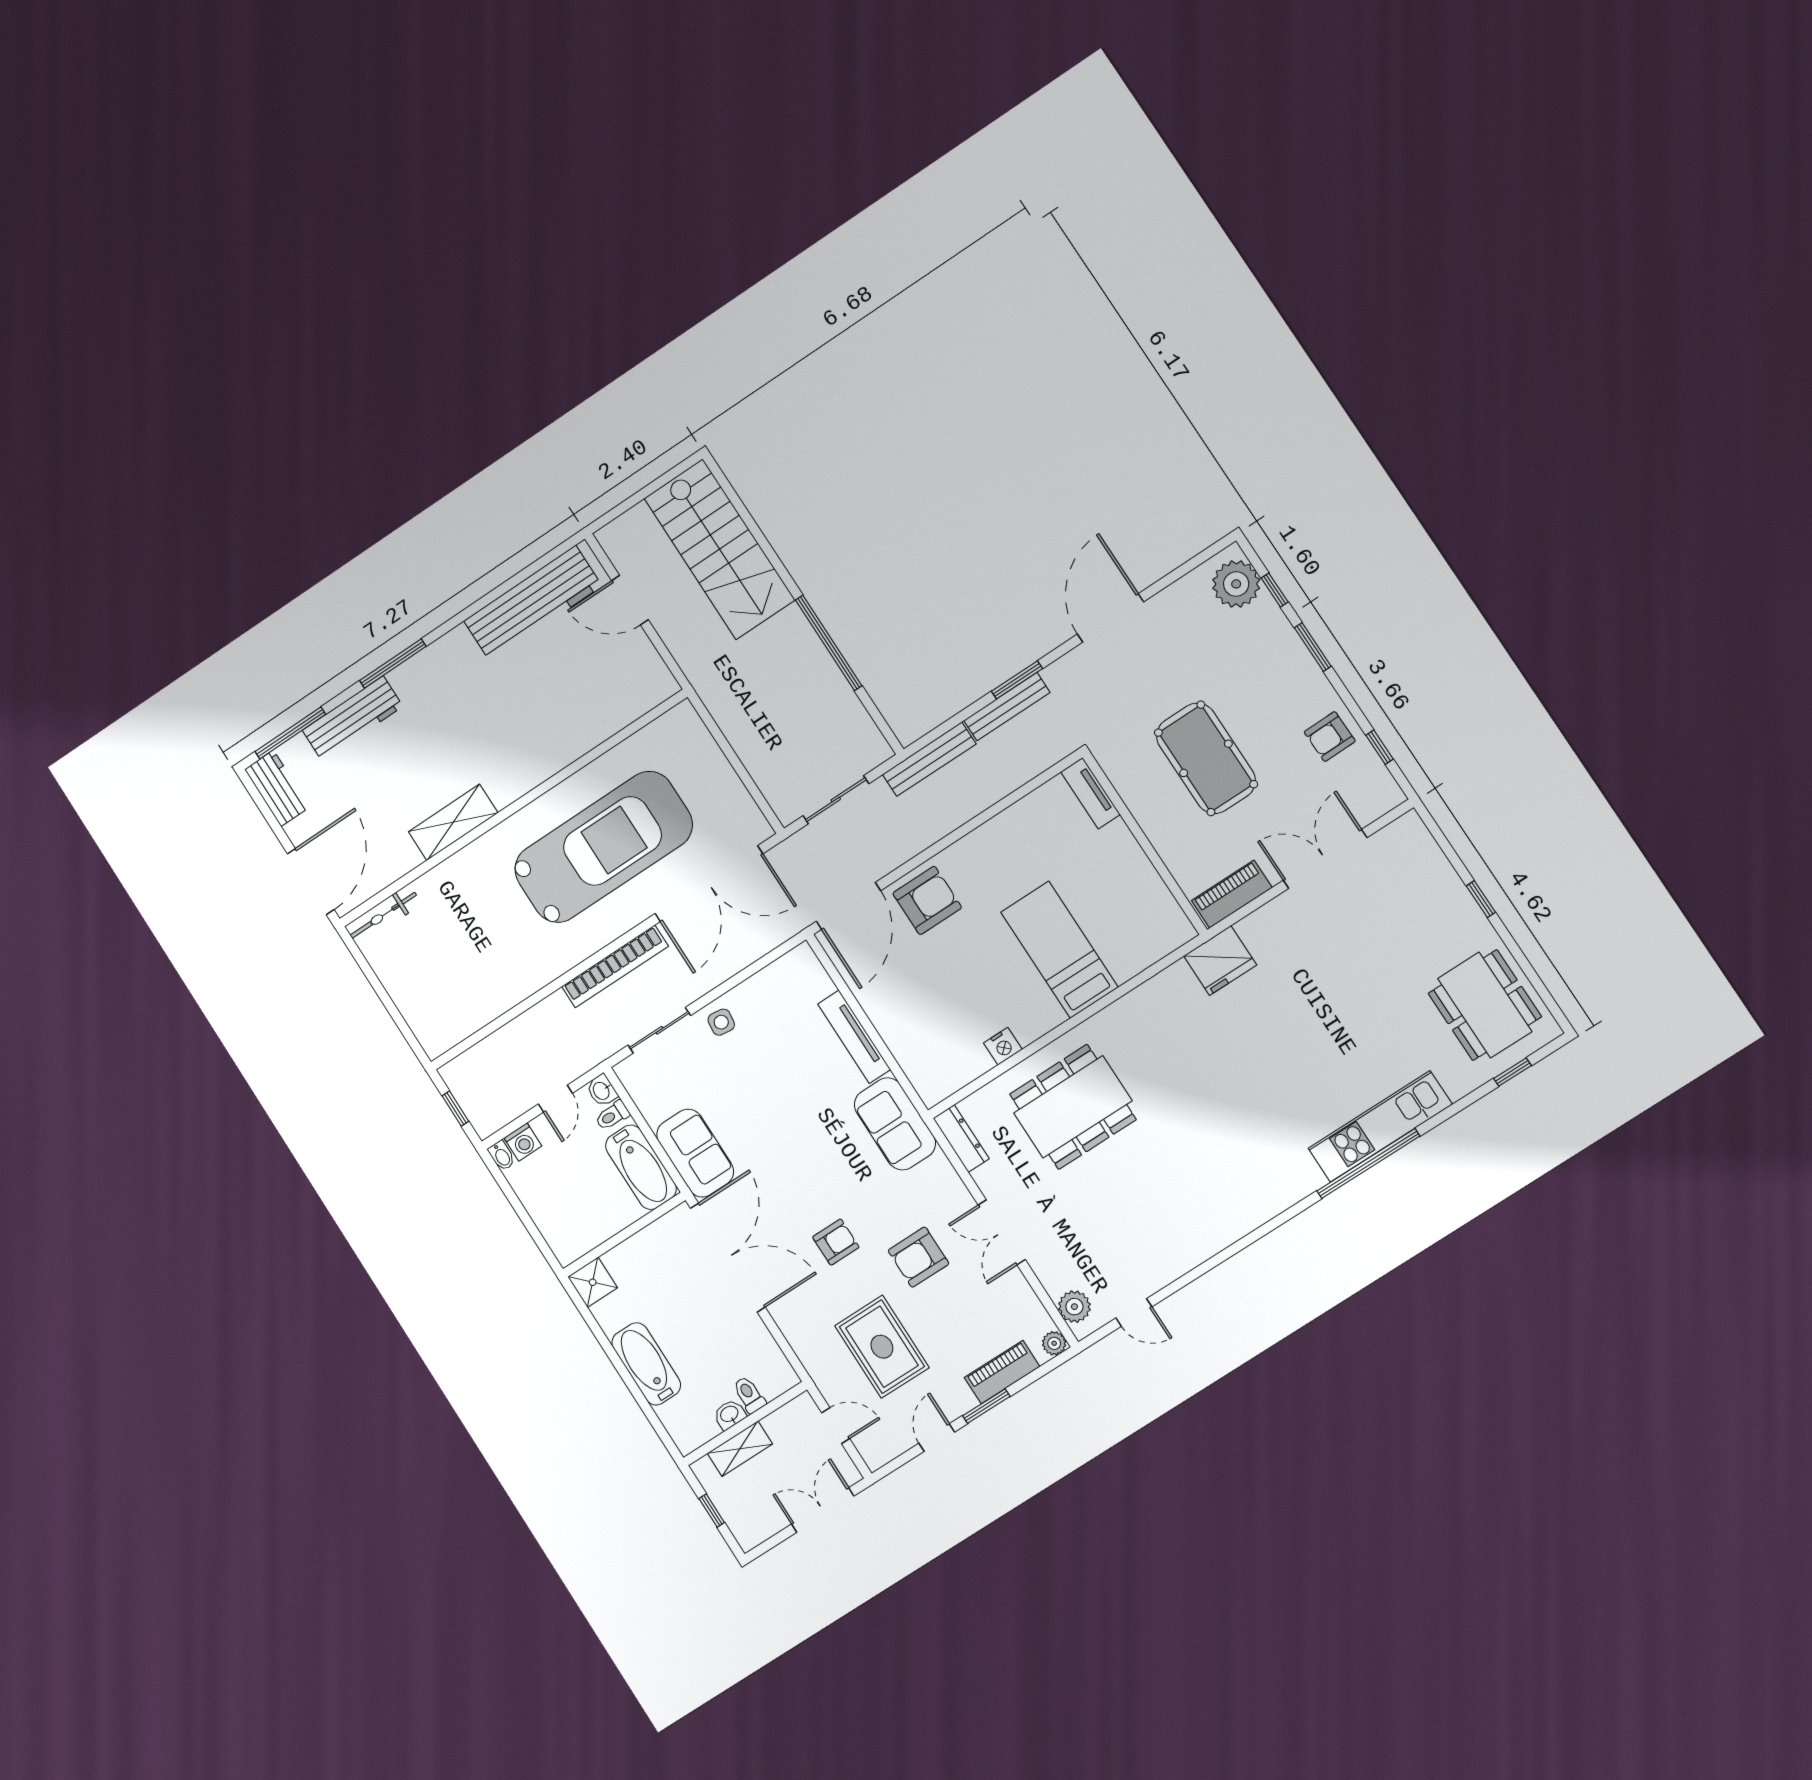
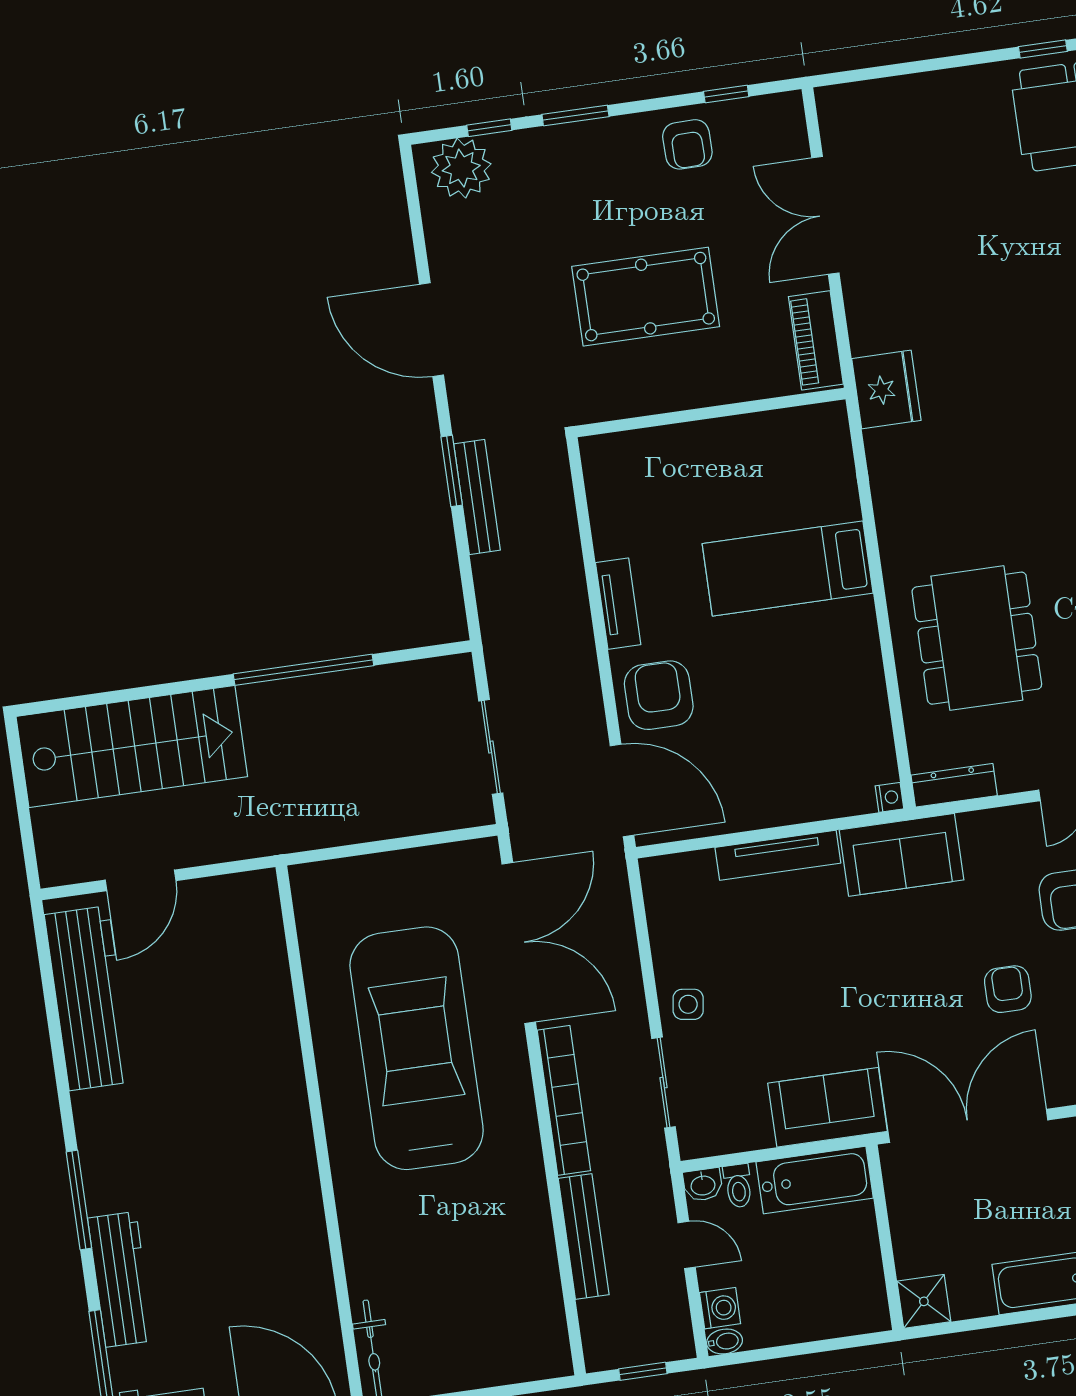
bench: (929, 759) -> (584, 1237), moved
tv unit: (1090, 793) -> (618, 604), moved, turned -90
shelving: (453, 822) -> (302, 1215), removed
window: (1481, 899) -> (1043, 49), moved
nightstand: (1003, 1046) -> (889, 797), moved, width x0.72, depth x0.74

